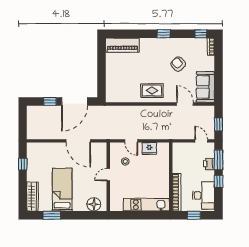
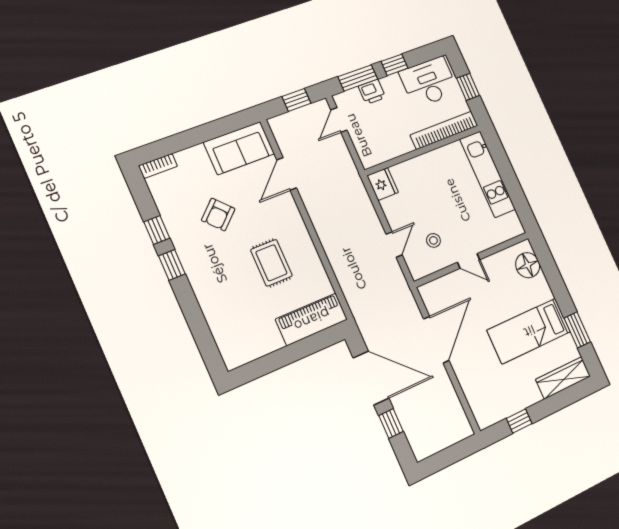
window: (201, 34) -> (157, 230), moved
piano: (122, 45) -> (312, 319), moved, turned -90
rug: (152, 90) -> (271, 263), moved
fridge: (149, 148) -> (383, 184), moved

